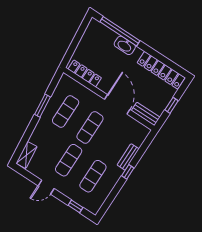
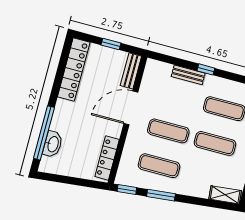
washbasin: (125, 45) -> (53, 144), moved
window: (55, 81) -> (127, 190), added

